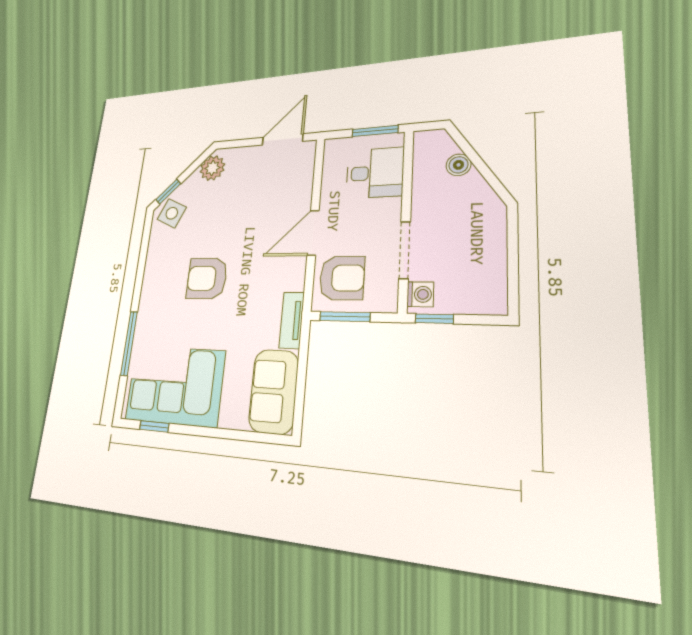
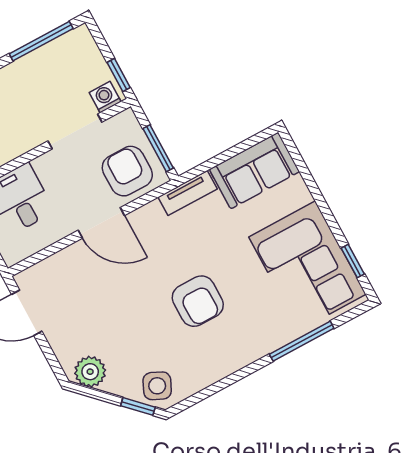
window: (513, 262) -> (41, 41), added

